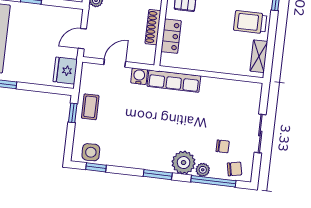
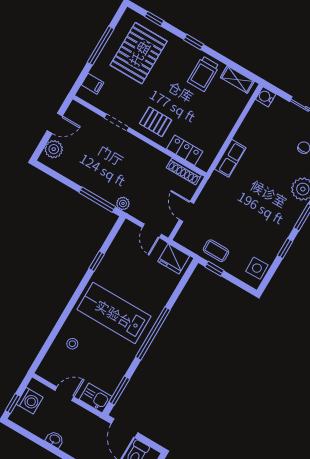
shoe rack: (153, 27) -> (184, 172), moved
water cooler: (139, 76) -> (266, 97), moved
row of seats: (174, 81) -> (230, 158), width x0.68
window: (96, 167) -> (285, 248), moved

